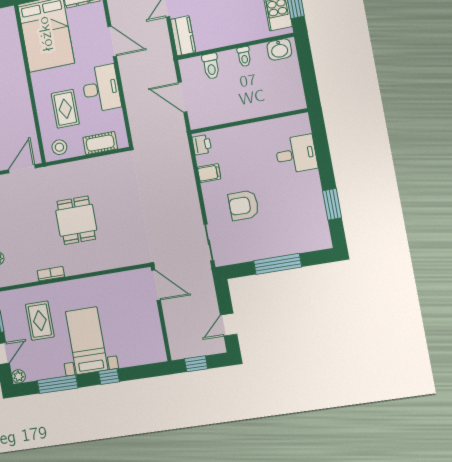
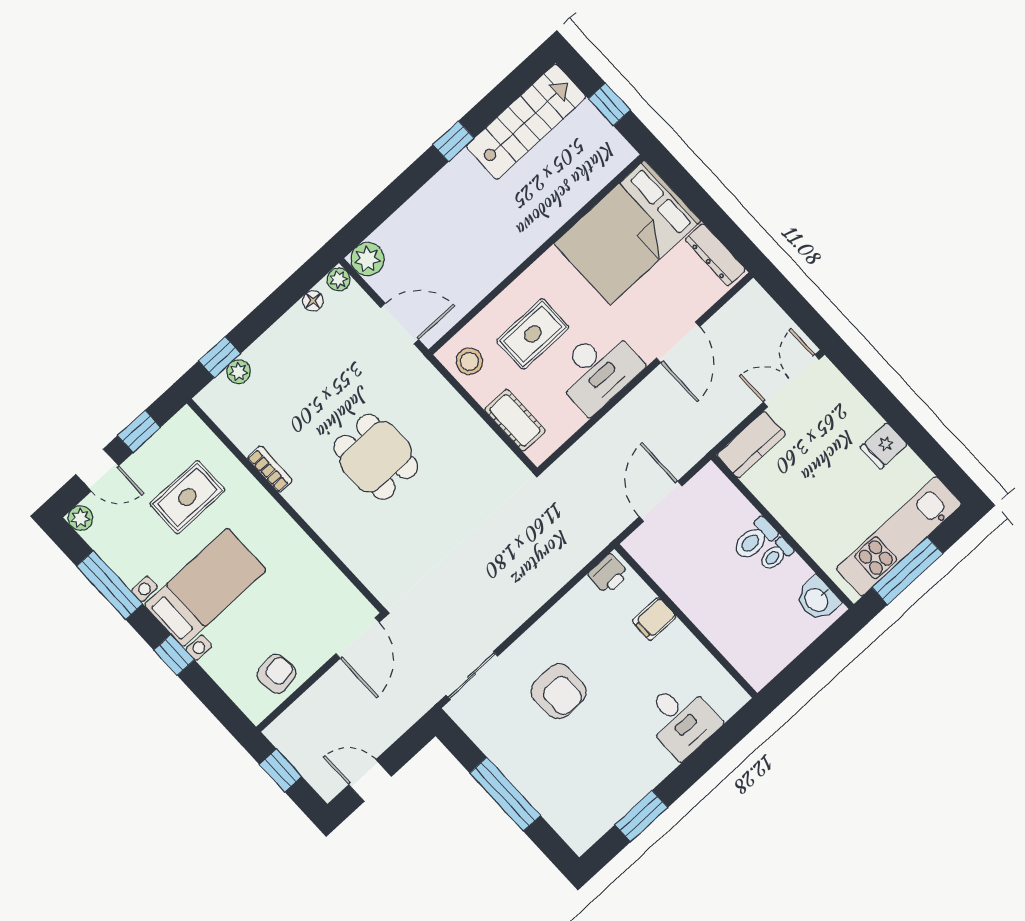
toilet: (211, 66) -> (755, 539), moved
filing cabinet: (209, 173) -> (654, 619), moved, turned 90
armchair: (244, 205) -> (559, 691), turned 180
dining table: (76, 220) -> (376, 457), turned 90
armchair: (149, 335) -> (277, 674), added

